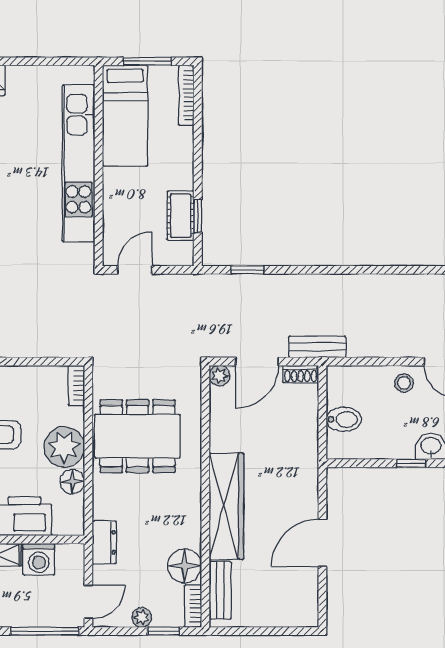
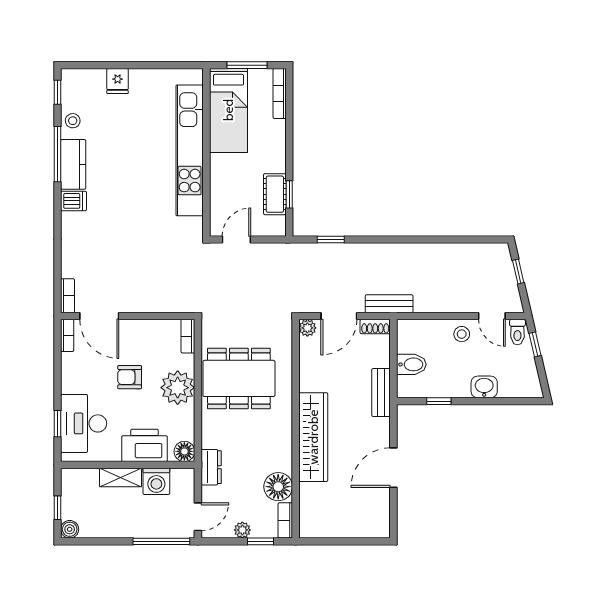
window: (411, 463) -> (439, 401), moved
floor lamp: (72, 482) -> (184, 451), moved
bench: (220, 590) -> (381, 393), moved

